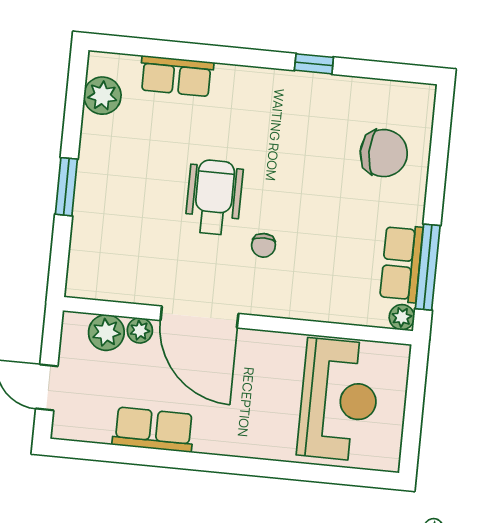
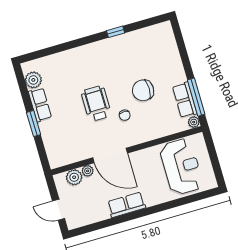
row of seats: (176, 76) -> (40, 105), moved, turned -90
chair: (384, 153) -> (143, 90), moved, turned 180
row of seats: (153, 430) -> (126, 205), moved

